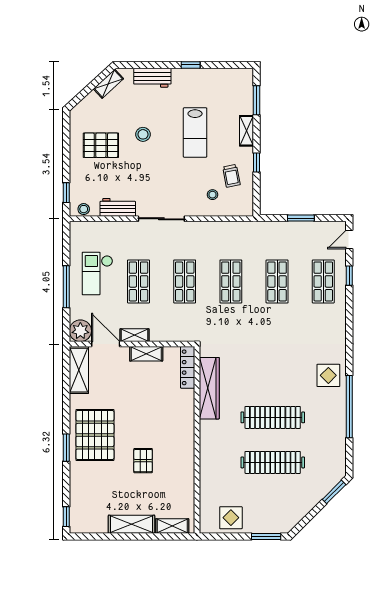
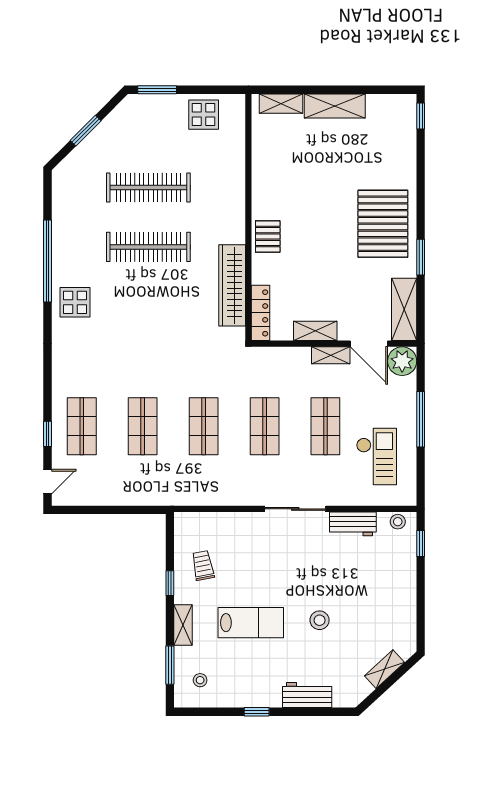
shelving: (108, 84) -> (385, 669), moved
lab bench: (195, 132) -> (251, 623), turned 90
pallet: (101, 145) -> (375, 606), removed
stool: (213, 195) -> (200, 680), moved
window: (301, 218) -> (111, 510), removed
checkout: (97, 273) -> (376, 456), moved
window: (66, 448) -> (421, 257), moved
pallet: (143, 461) -> (268, 237), moved
window: (334, 492) -> (86, 131), moved

